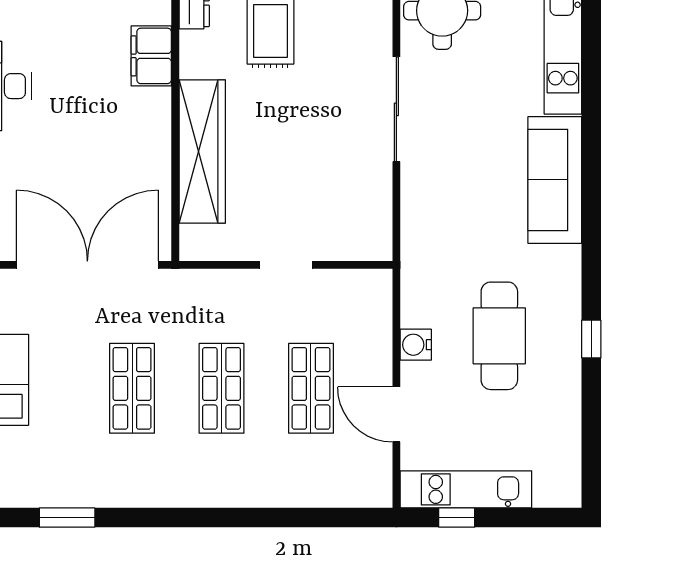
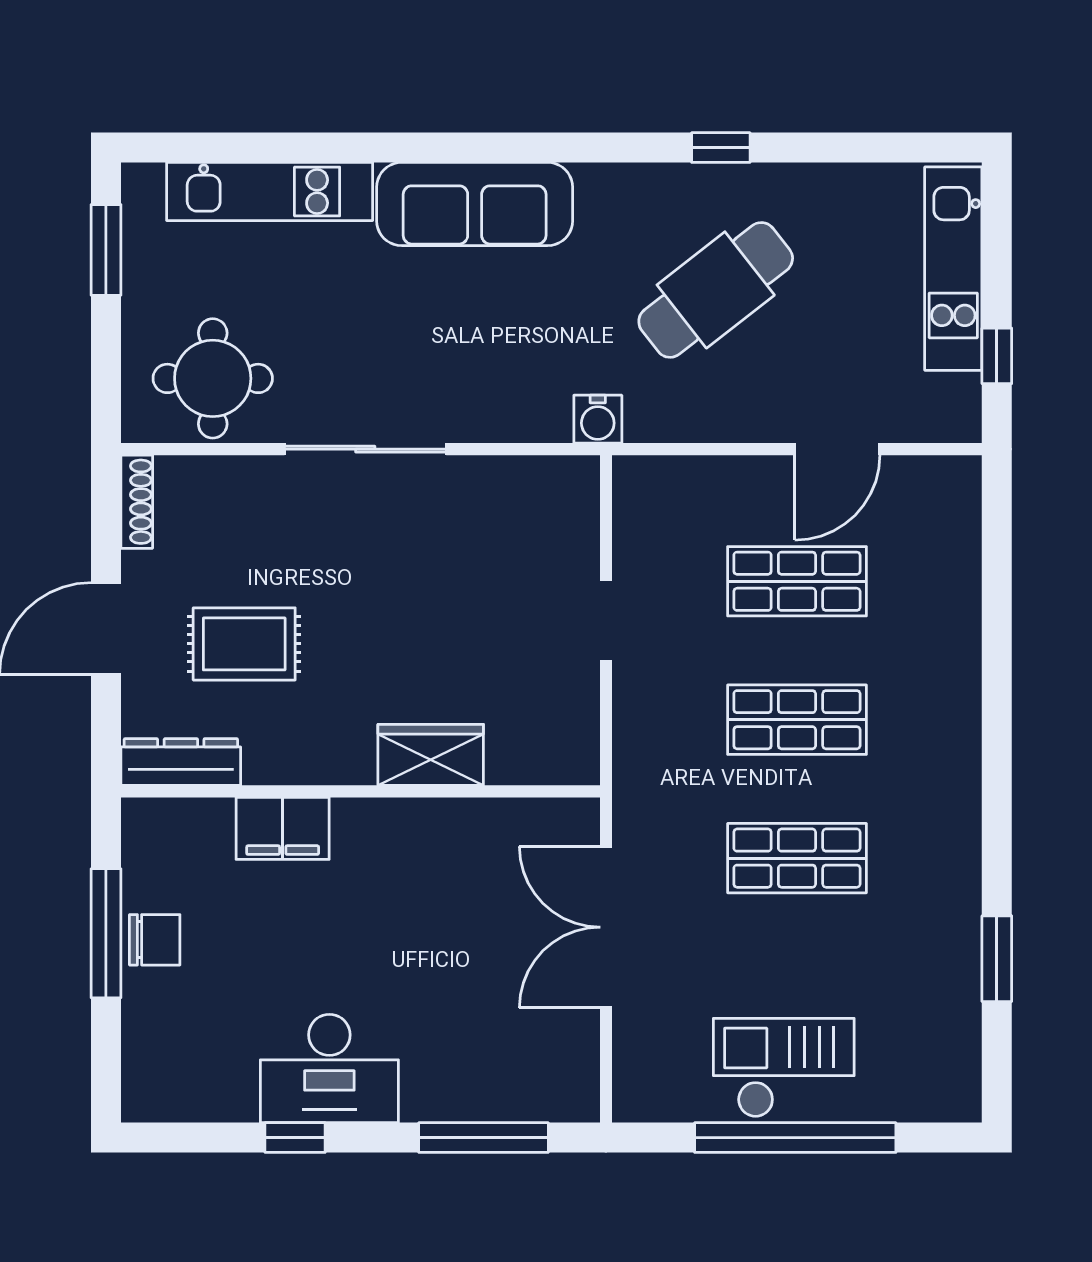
wardrobe: (202, 152) -> (431, 755), width x0.48, depth x0.85
double door: (87, 265) -> (606, 927), width x0.73
cafe table: (499, 336) -> (716, 290), turned -38
water cooler: (416, 345) -> (598, 419), moved
kitchen unit: (466, 489) -> (953, 269), moved

